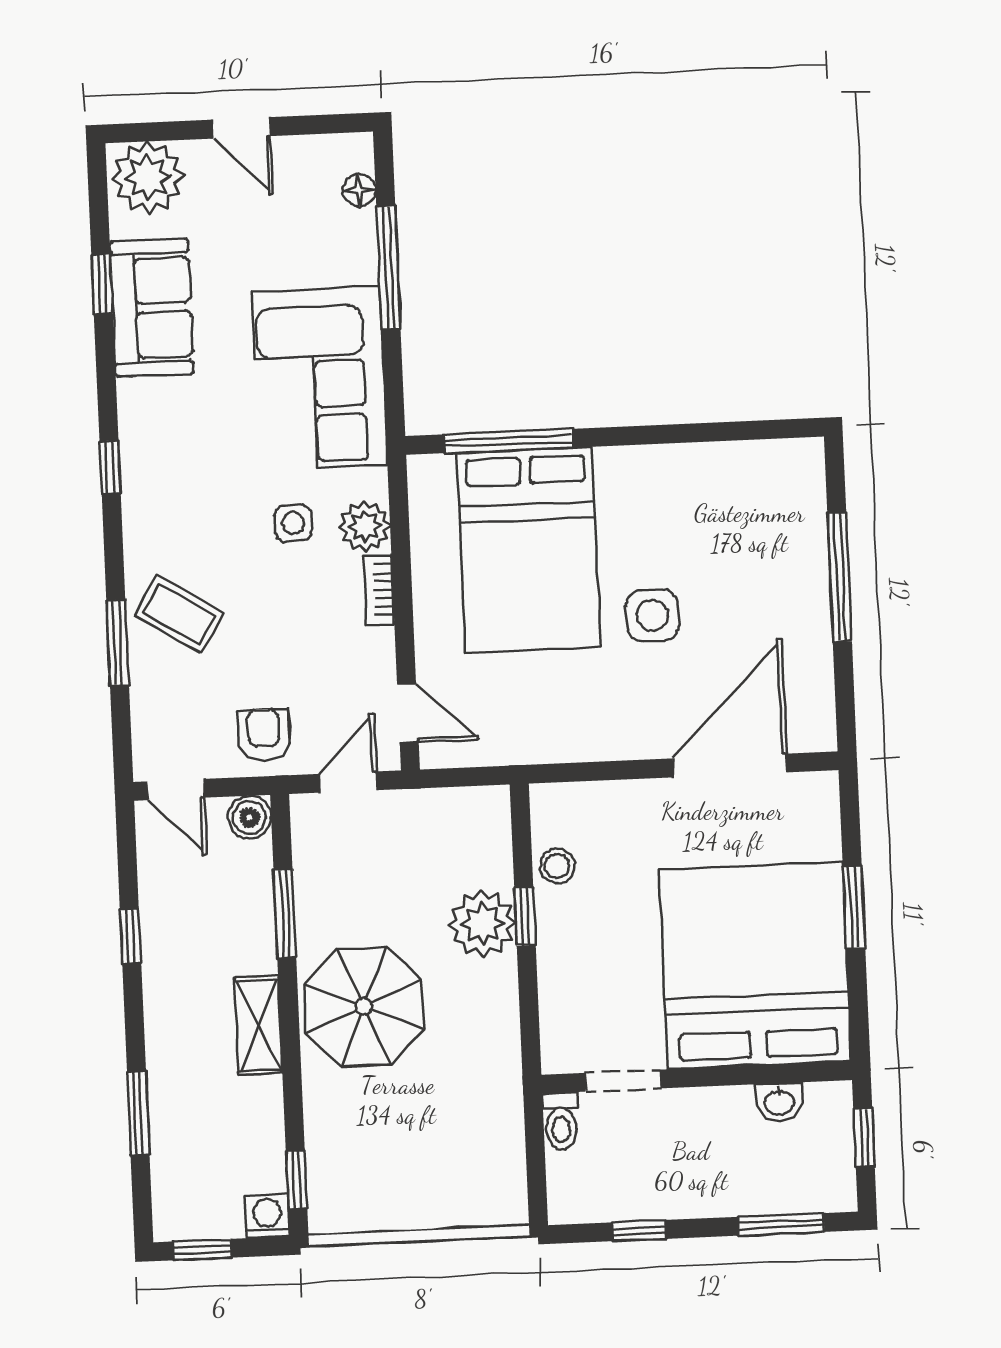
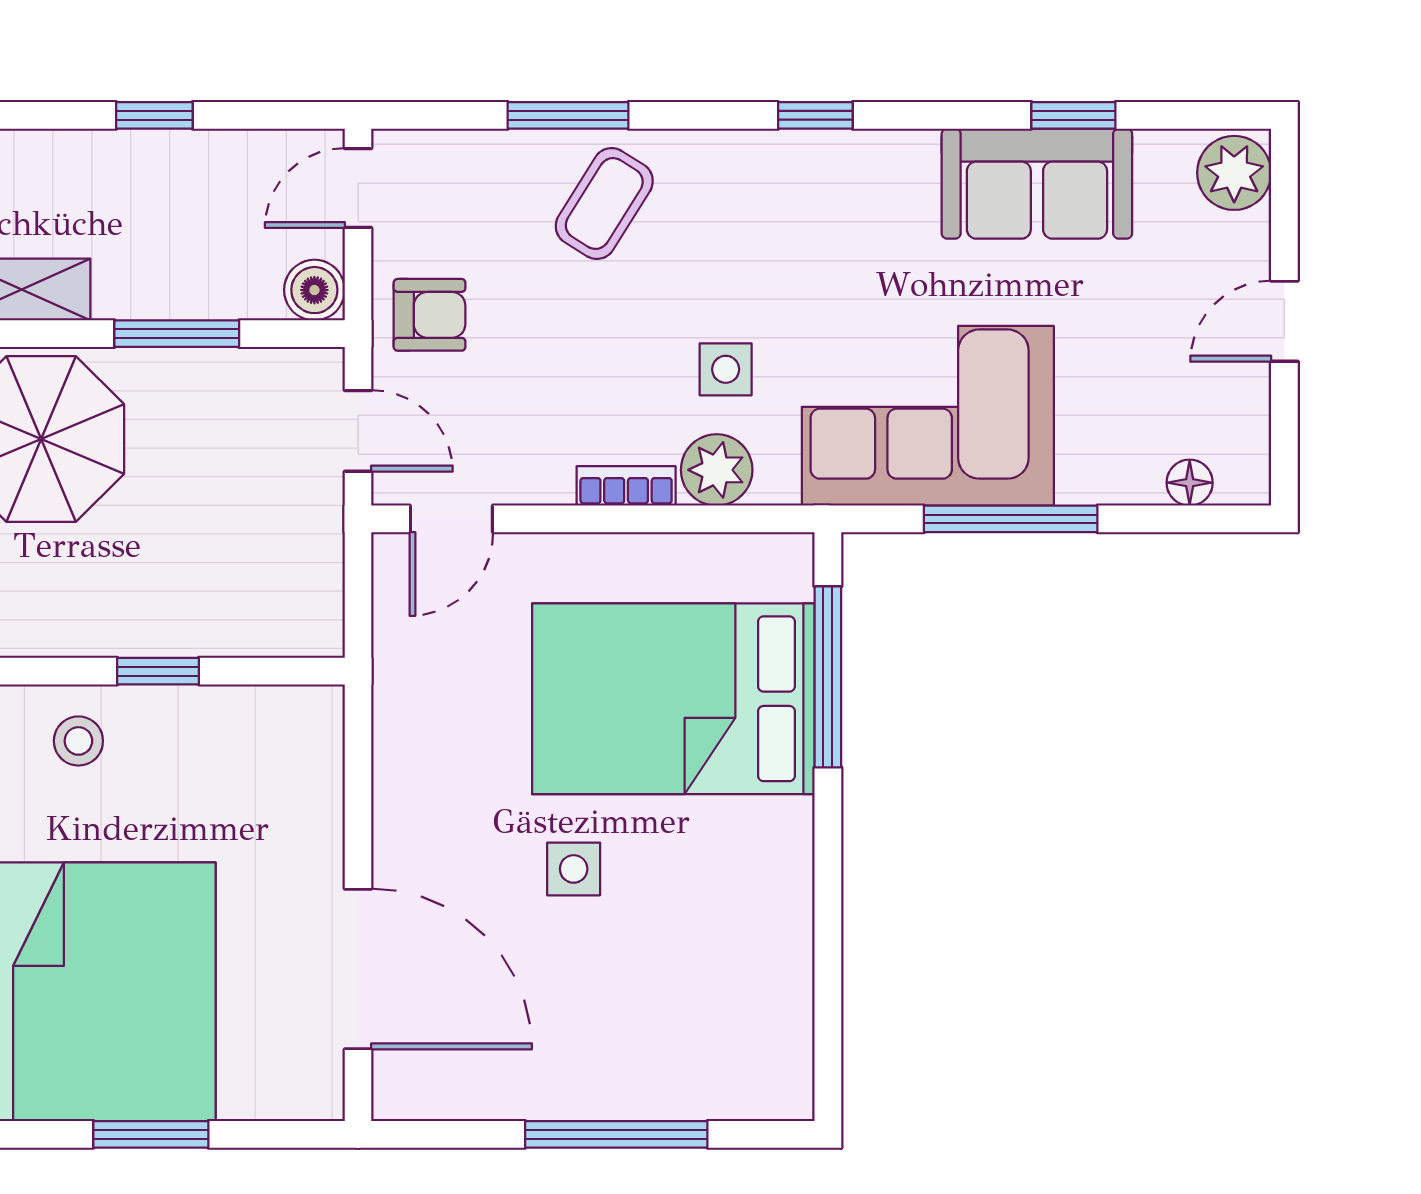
plant: (148, 177) -> (1234, 173), width x0.73, depth x0.73
window: (388, 268) -> (1011, 519), moved
side table: (652, 615) -> (574, 869), width x0.73, depth x0.73
stool: (557, 866) -> (78, 741), moved
plant: (482, 924) -> (151, 611), removed

